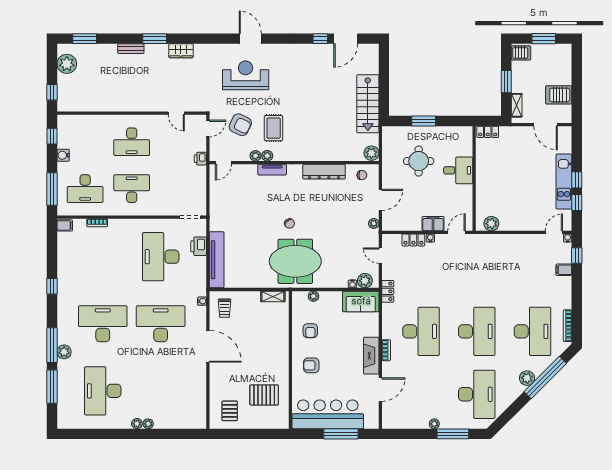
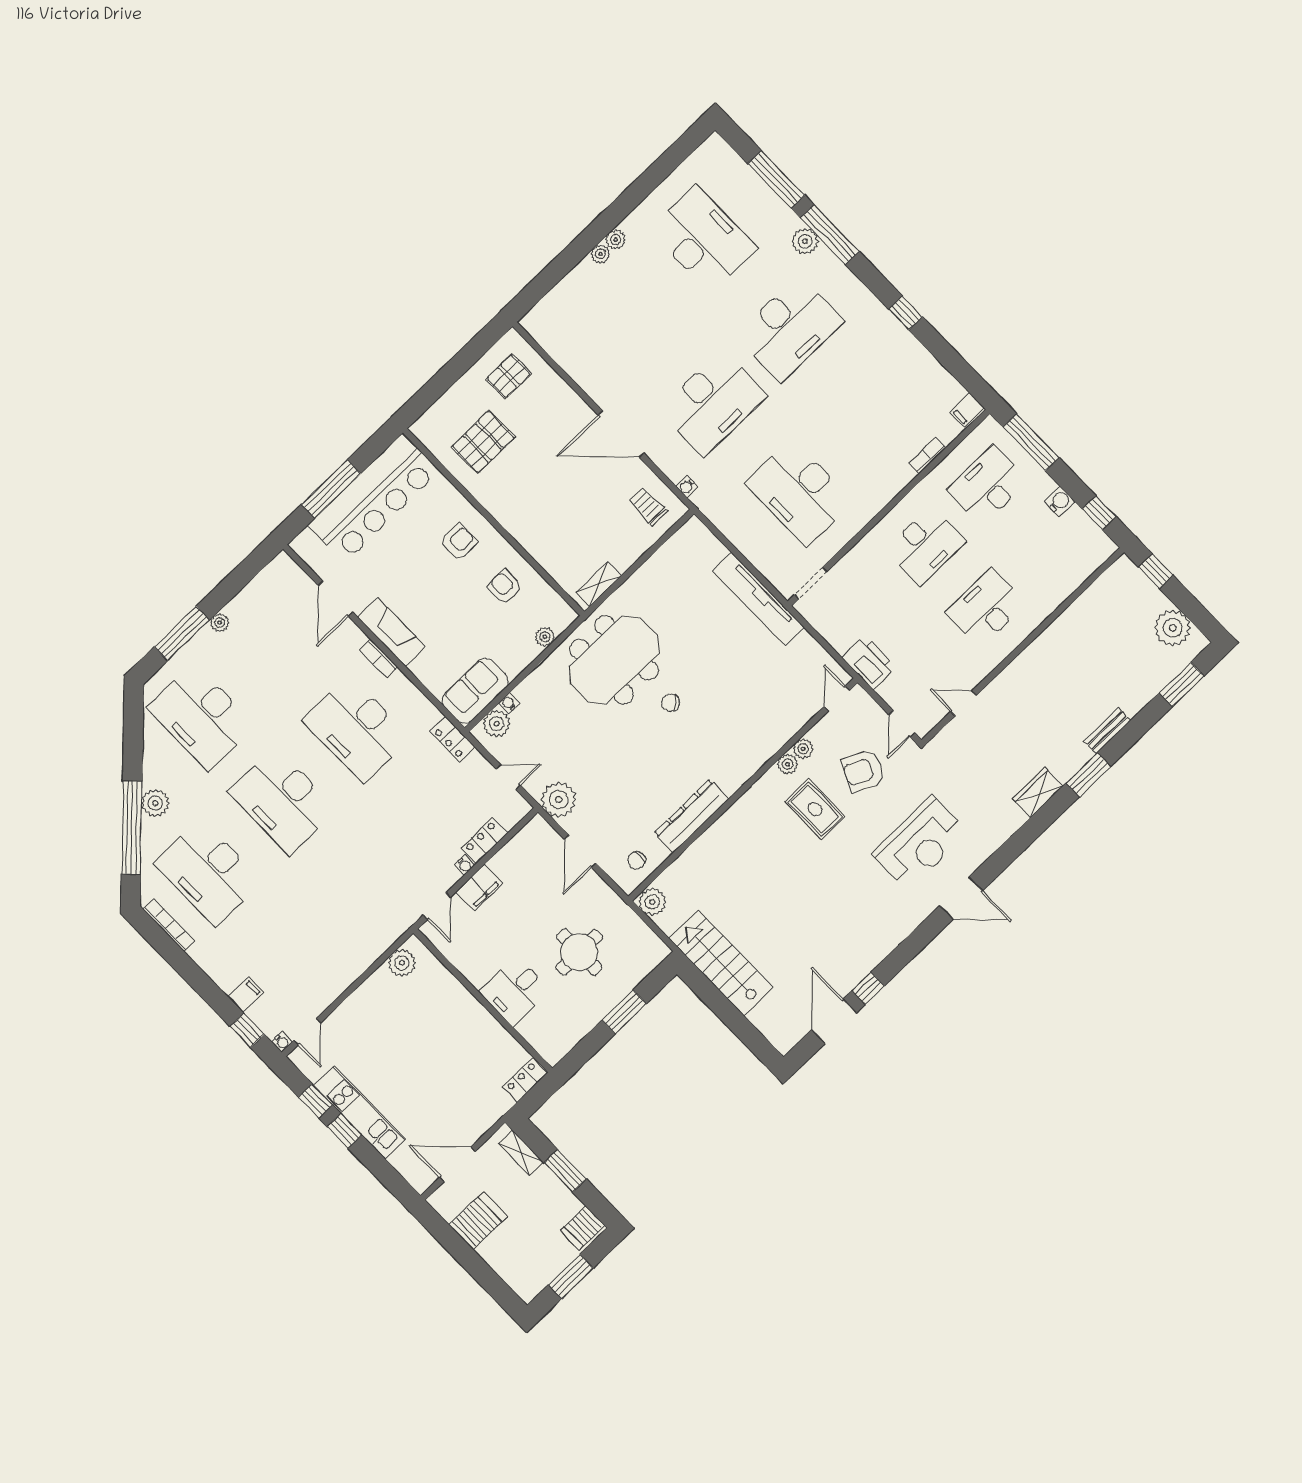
printer: (200, 159) -> (869, 663), width x1.87, depth x1.48
tv unit: (272, 170) -> (763, 752), removed
plant: (374, 223) -> (559, 800), width x1.87, depth x1.87
printer: (199, 246) -> (762, 555), removed
desk: (161, 257) -> (799, 492), turned 180
tv unit: (217, 260) -> (758, 599), moved
pallet: (230, 411) -> (509, 376), turned 90

